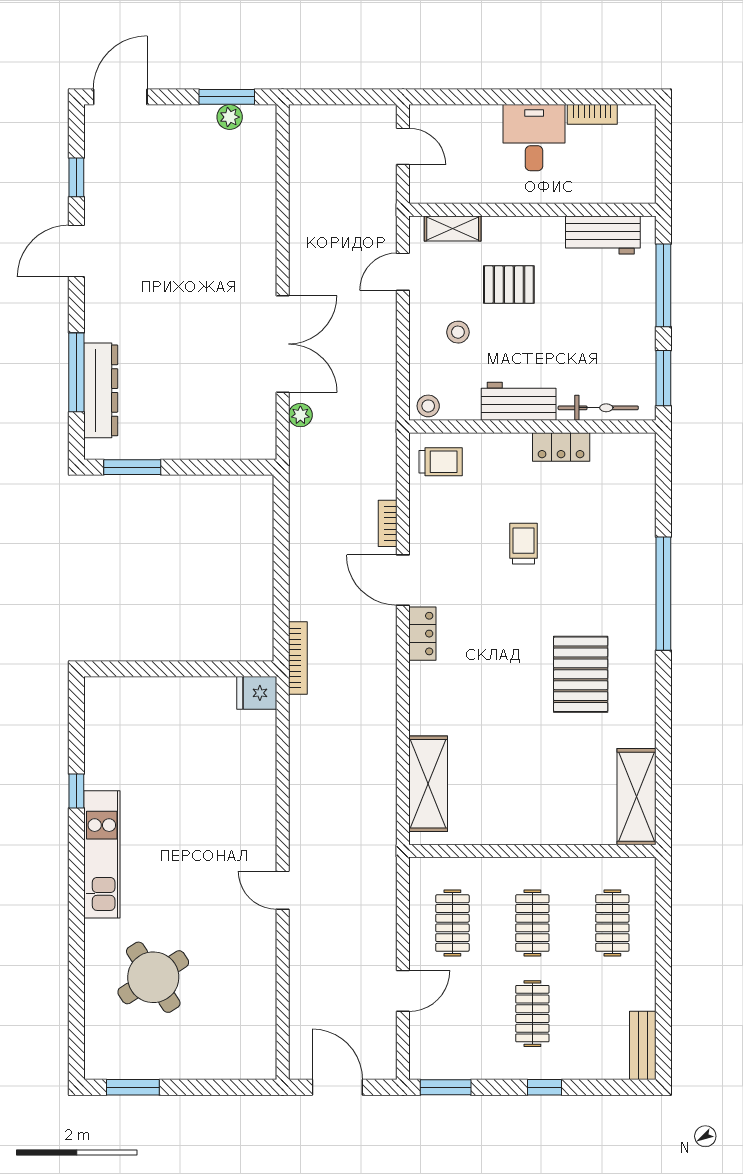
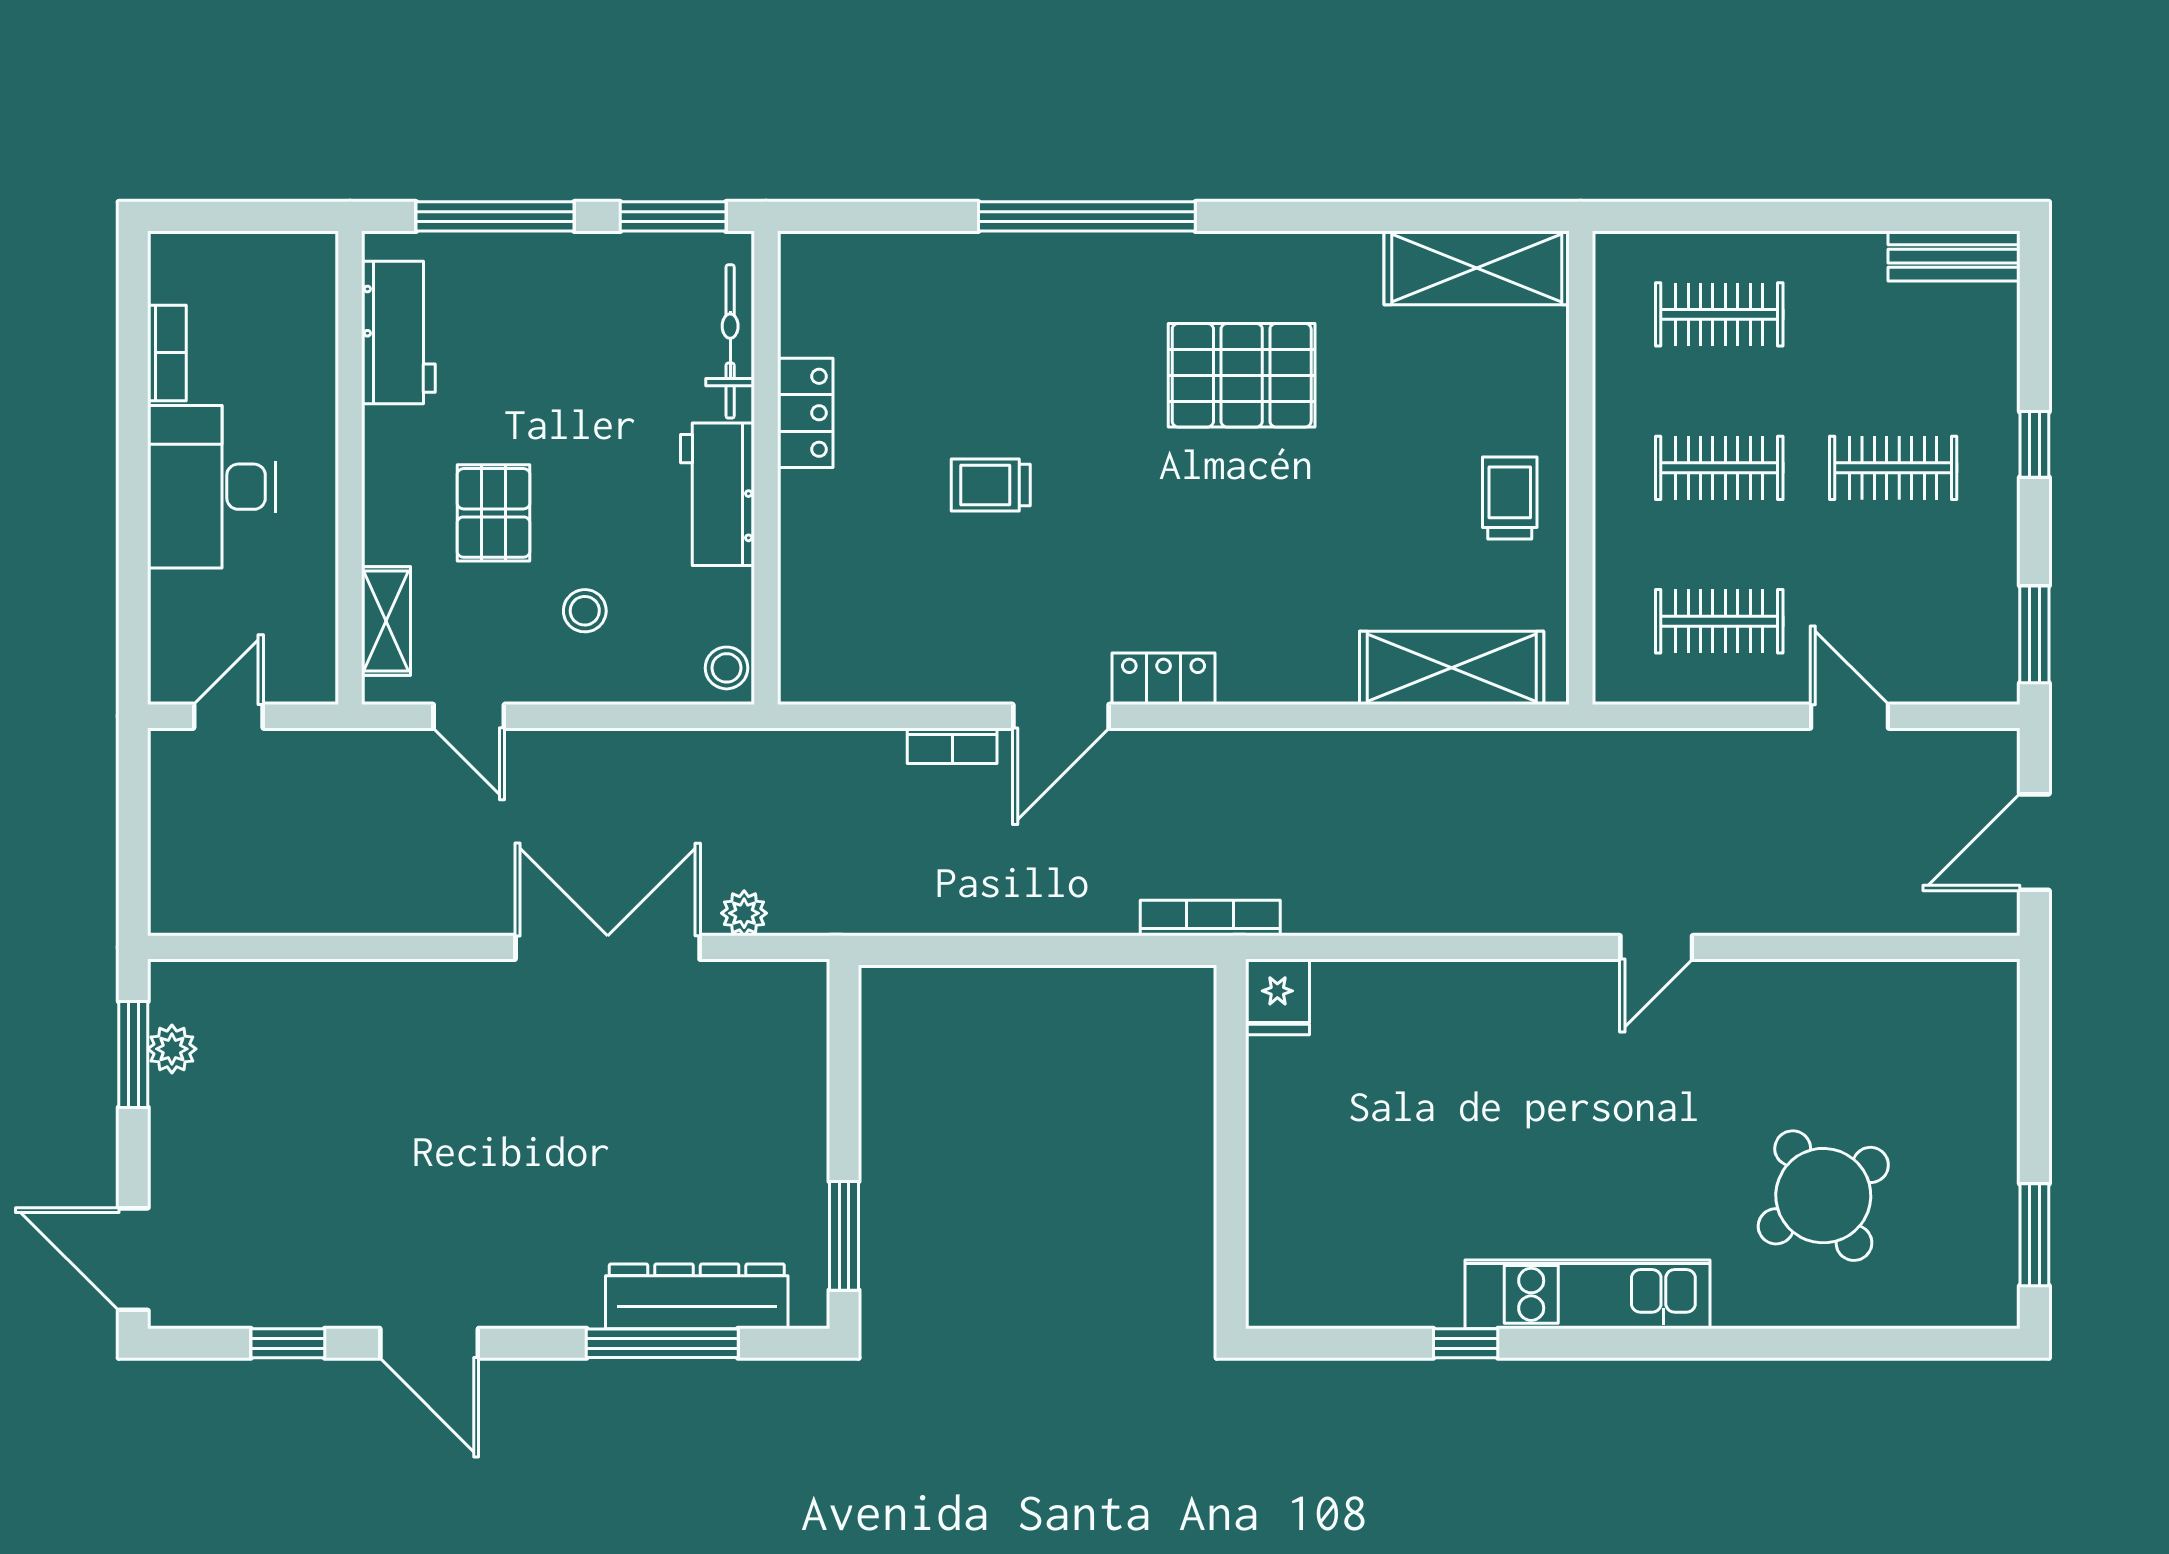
desk: (534, 138) -> (212, 487), width x1.37
trolley: (441, 462) -> (1510, 498), moved

